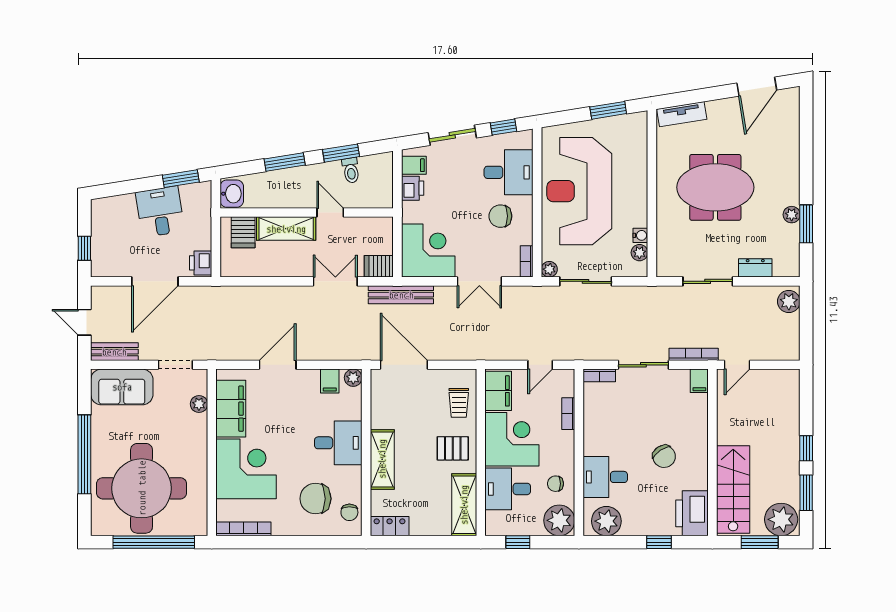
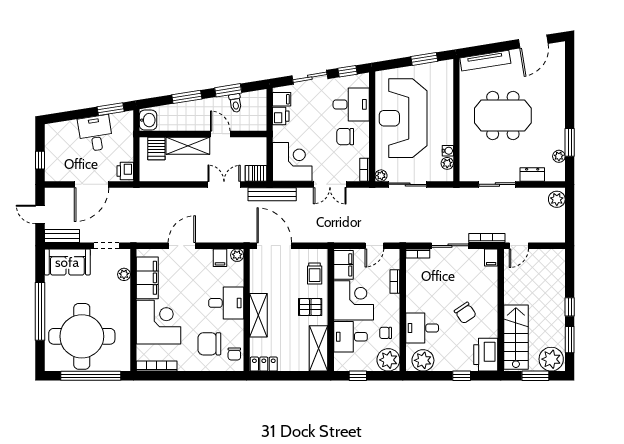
tv unit: (682, 114) -> (485, 61), width x1.41
plant: (792, 215) -> (559, 156), moved

